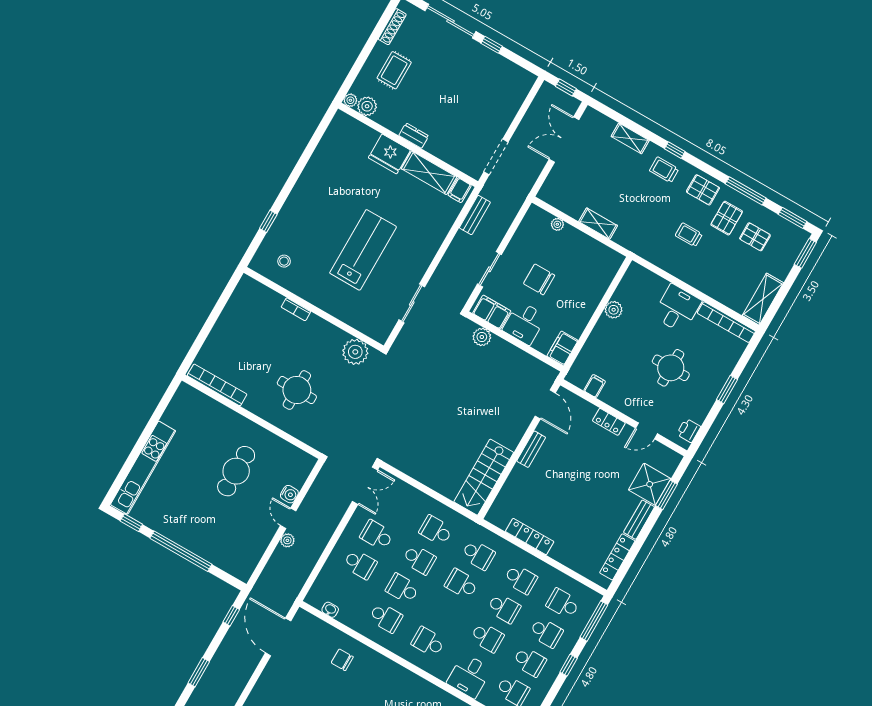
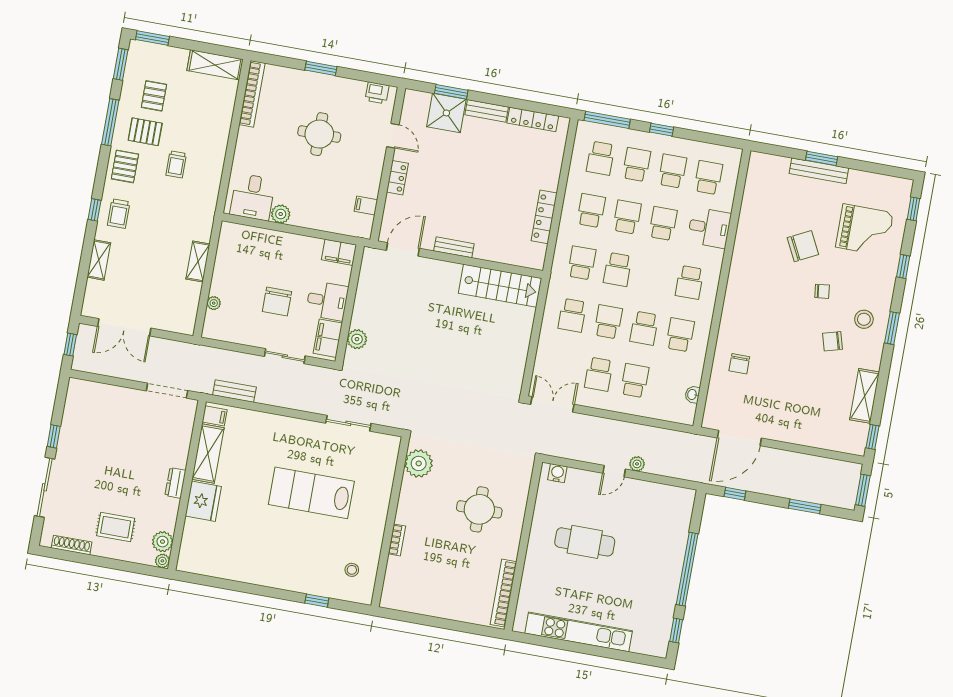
desk: (677, 309) -> (253, 197), moved, turned -90
kitchen unit: (143, 468) -> (579, 632), moved
water cooler: (289, 494) -> (557, 473), moved

